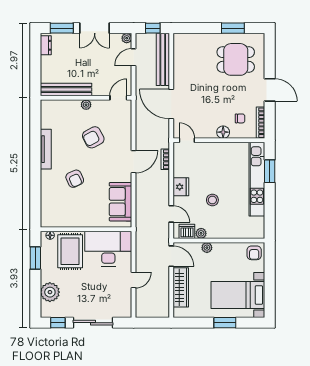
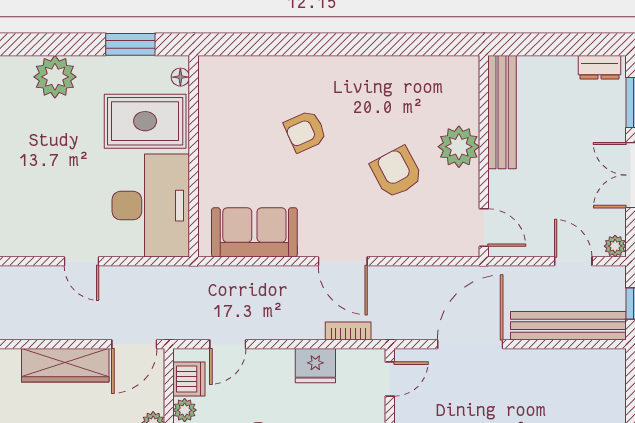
plant: (86, 105) -> (459, 147), width x1.87, depth x1.87
tv unit: (46, 149) -> (370, 67), removed
fridge: (181, 187) -> (315, 366), moved

